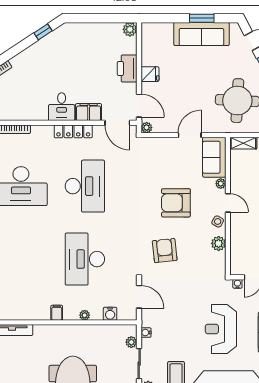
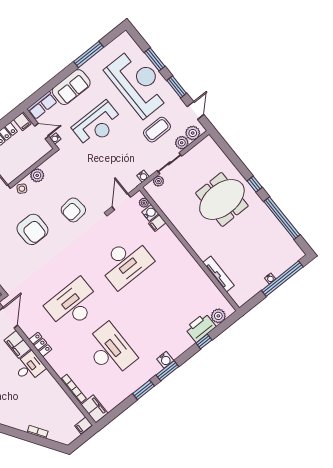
locker: (73, 131) -> (40, 344), width x0.66
filing cabinet: (57, 313) -> (157, 223), moved
plant: (85, 315) -> (144, 203), moved

